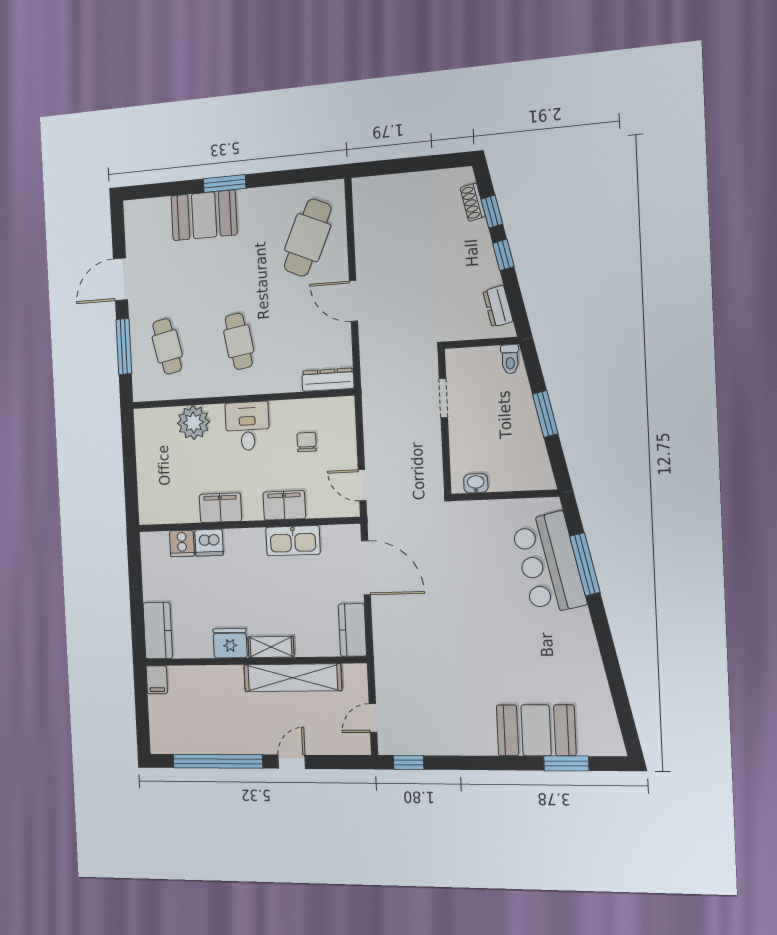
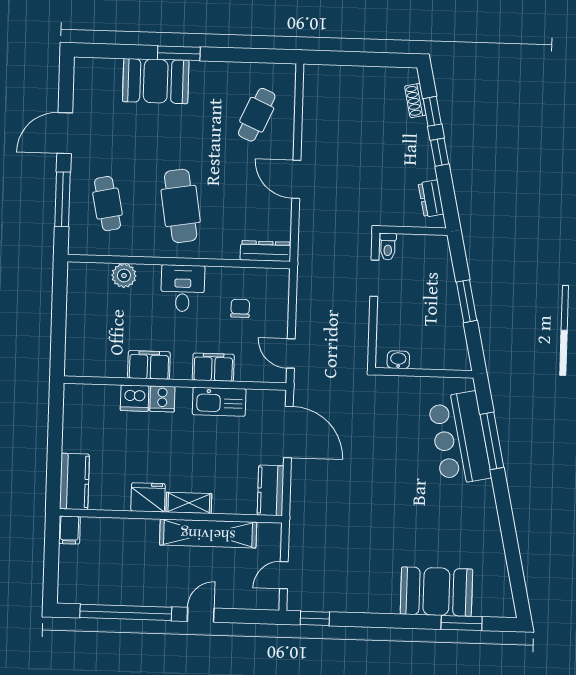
cafe table: (308, 238) -> (257, 115), width x0.73, depth x0.74
cafe table: (239, 341) -> (181, 206), width x1.37, depth x1.35
toilet: (510, 359) -> (388, 247), moved
plant: (193, 423) -> (124, 276), width x0.73, depth x0.73
cooker: (182, 543) -> (162, 399), moved

